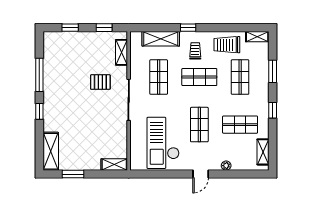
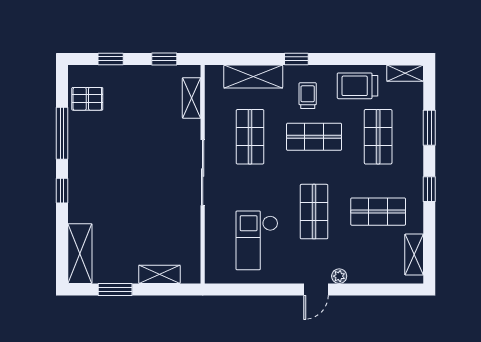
pallet: (100, 82) -> (87, 99), moved
checkout: (163, 143) -> (257, 240), width x0.73, depth x0.83
shelving: (114, 164) -> (159, 274), moved
plant: (226, 166) -> (339, 276), moved

